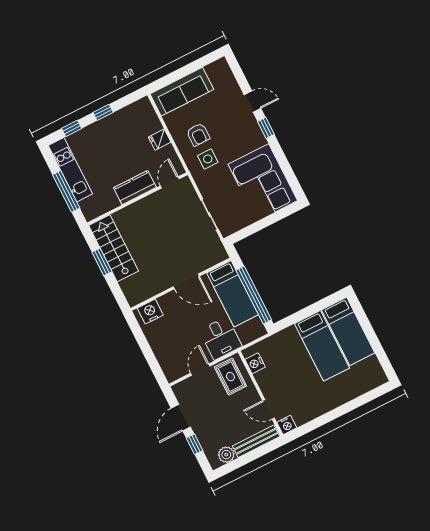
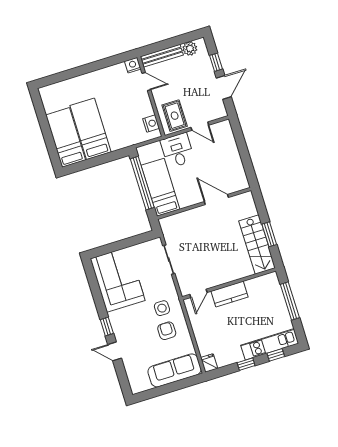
fridge: (160, 140) -> (209, 363), moved, turned -90
kitchen unit: (70, 170) -> (270, 344), moved, turned 90
door: (186, 281) -> (216, 199), moved
nightstand: (150, 312) -> (235, 184), removed
door: (200, 370) -> (200, 126), hinge flipped

